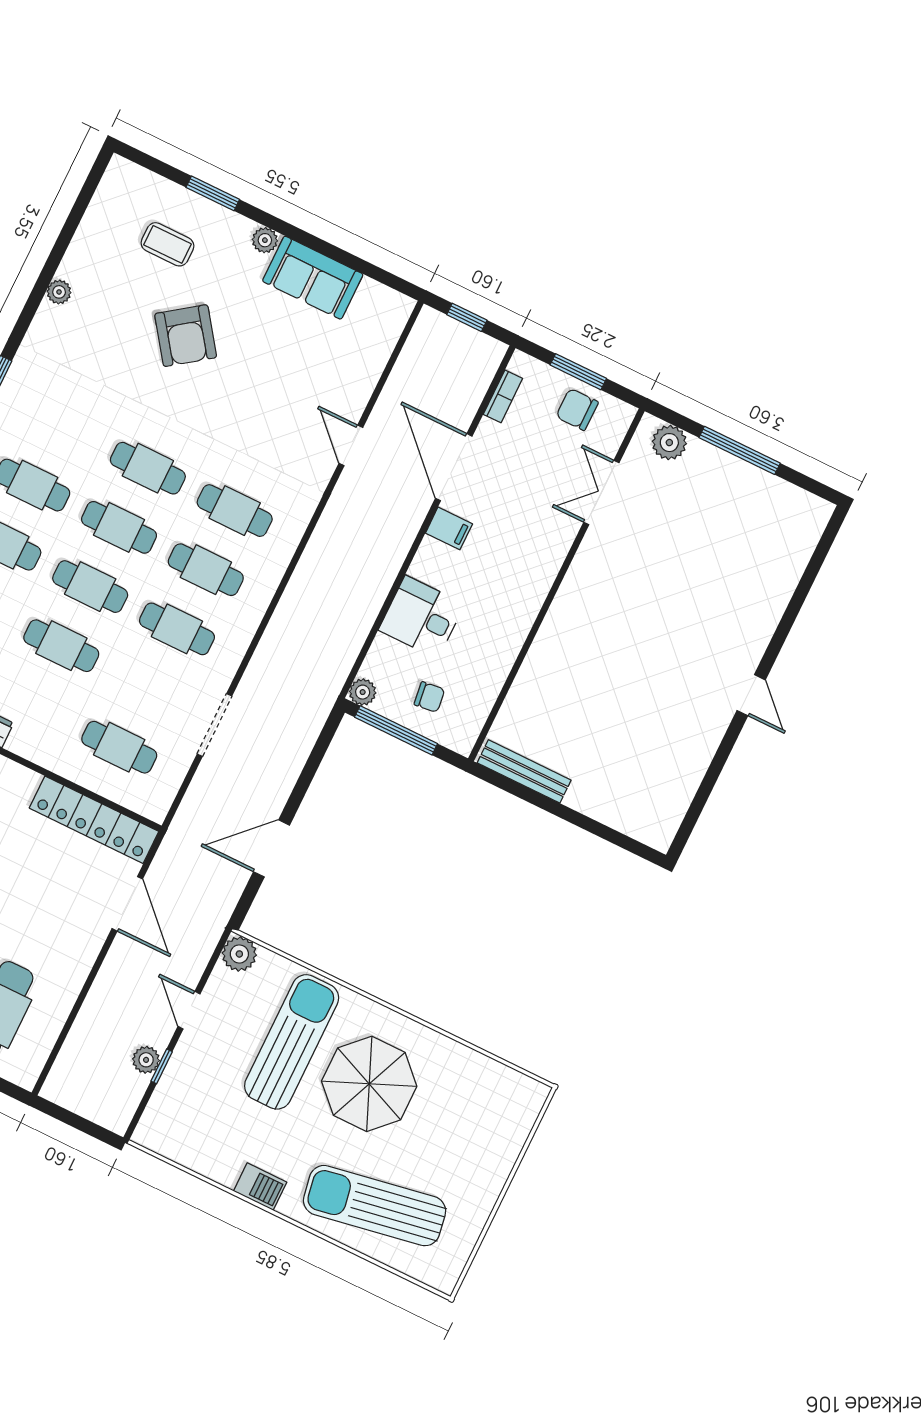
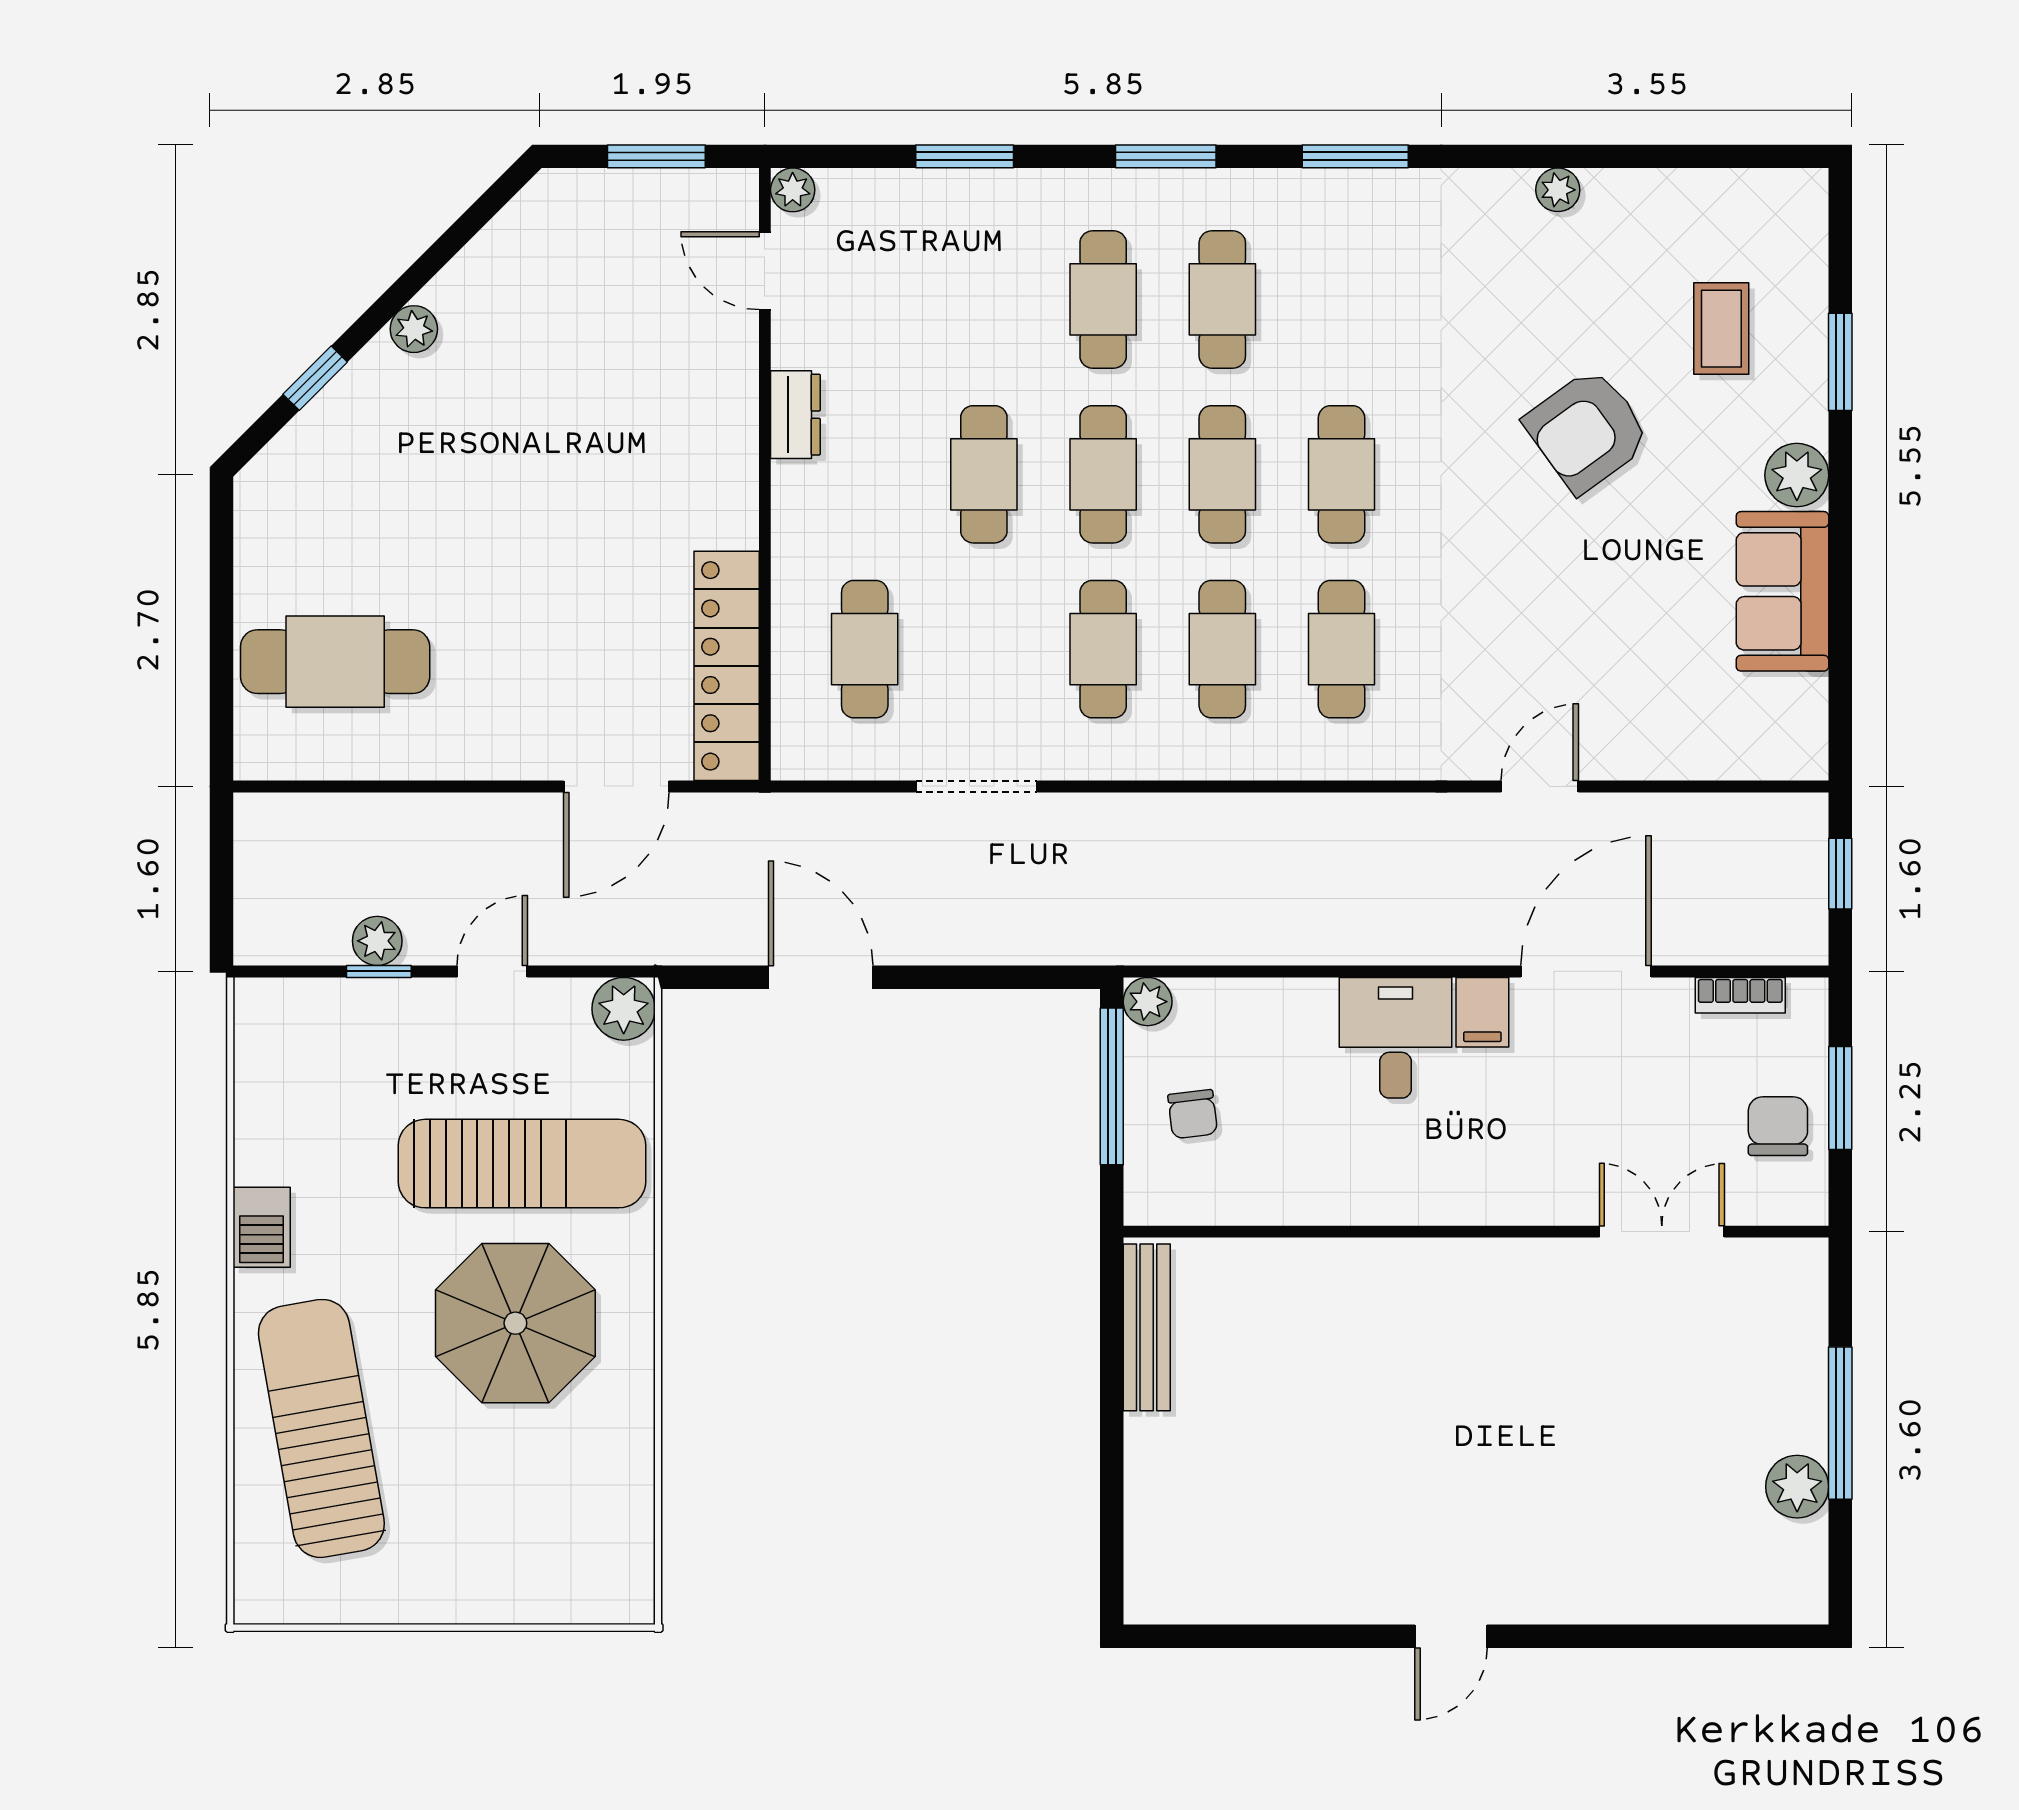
plant: (265, 240) -> (1797, 475), width x1.38, depth x1.38
plant: (669, 443) -> (1797, 1487), moved
desk: (421, 617) -> (1396, 1038), moved

